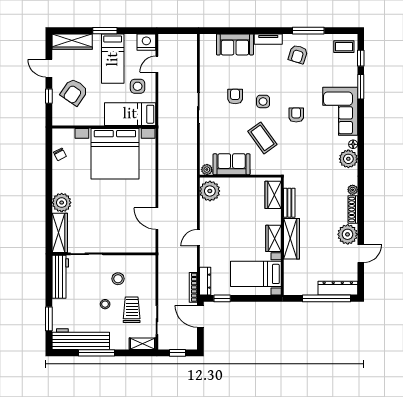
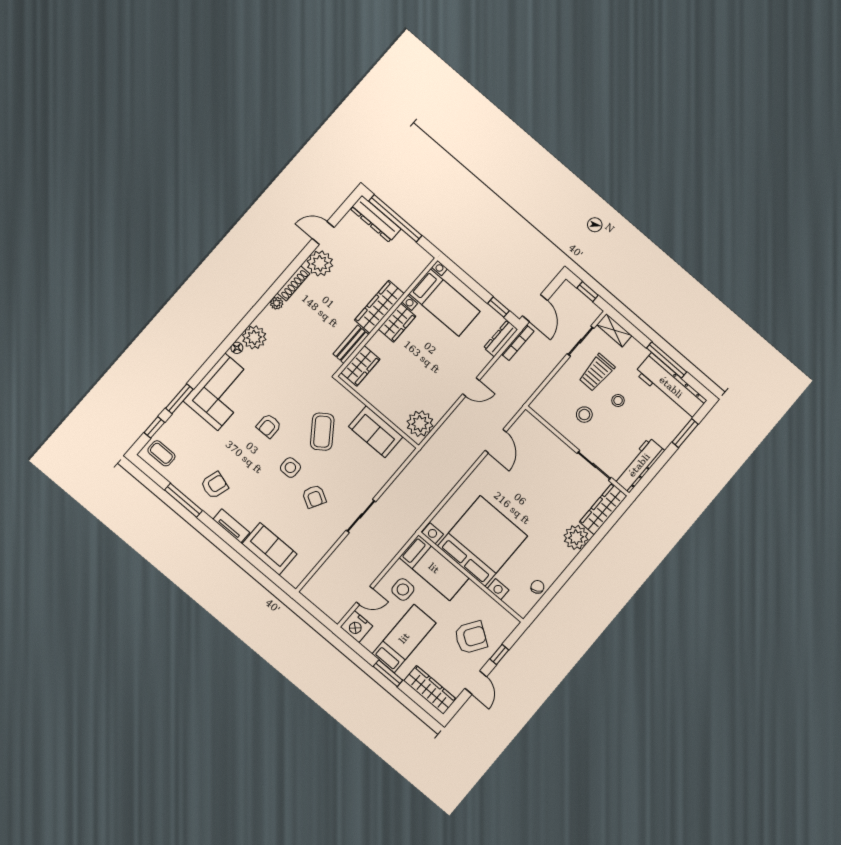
armchair: (235, 96) -> (314, 496), turned -61
plant: (207, 170) -> (405, 448), removed

